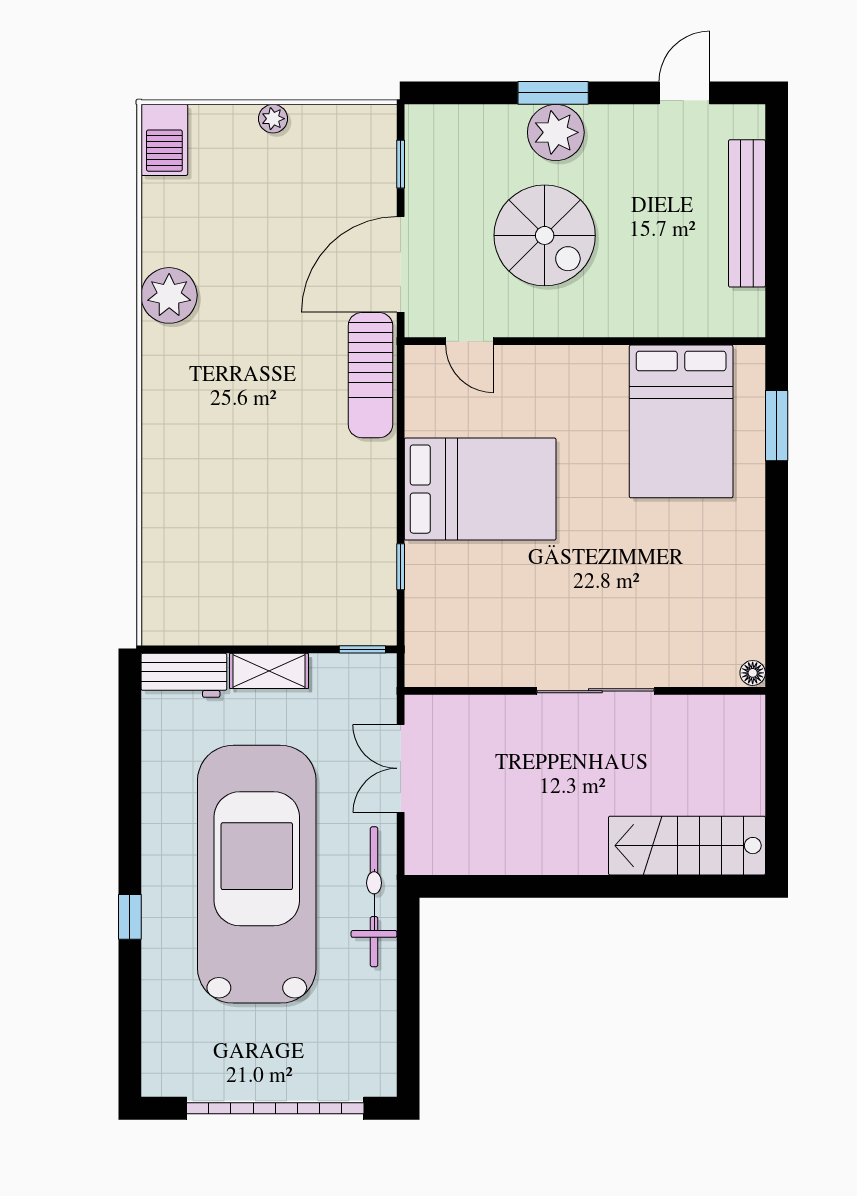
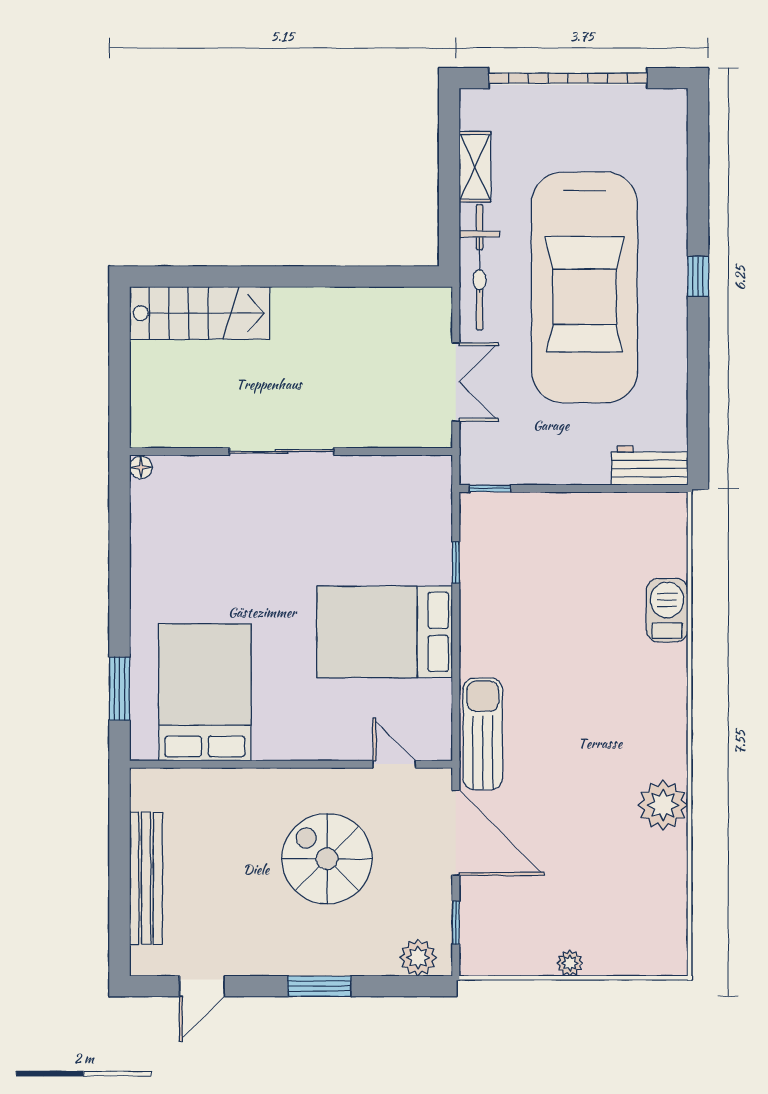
plant: (556, 132) -> (418, 958), moved, width x0.73, depth x0.73
barbecue: (164, 140) -> (667, 610), moved
door: (401, 264) -> (456, 833), hinge flipped
shelving: (269, 671) -> (475, 167), moved, turned 90
window: (130, 917) -> (698, 276), moved

